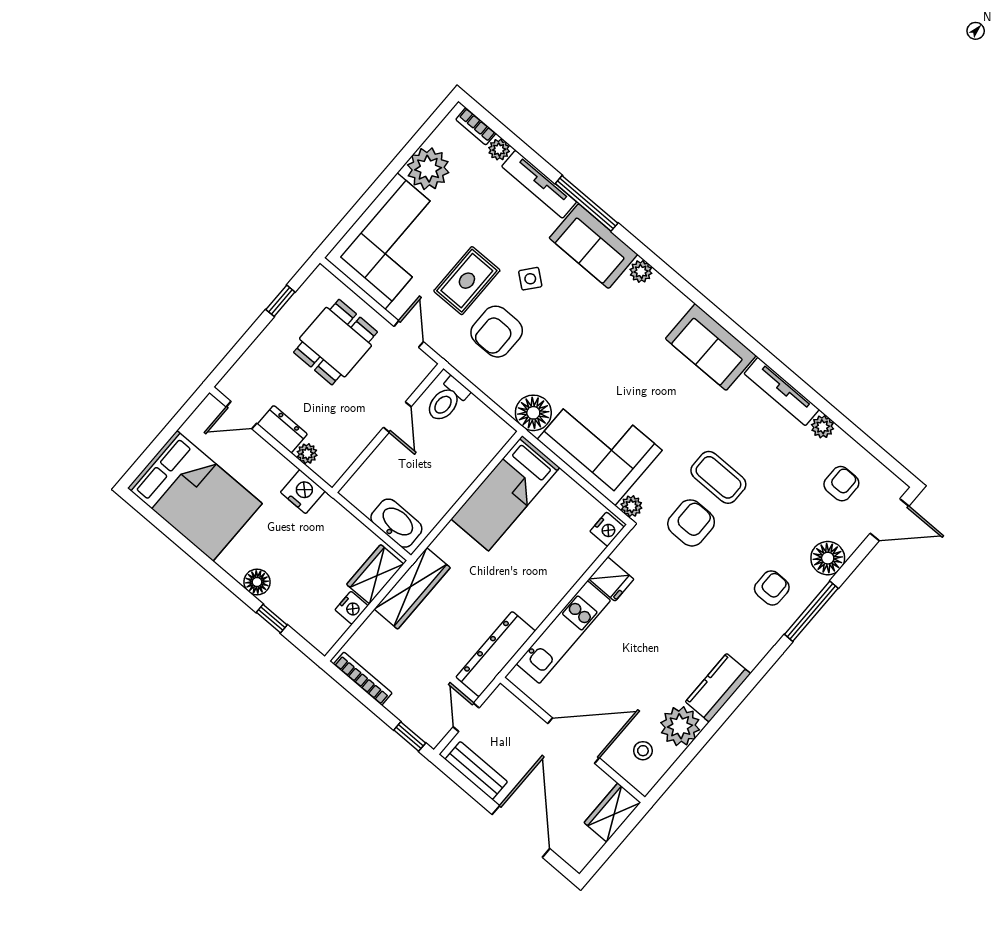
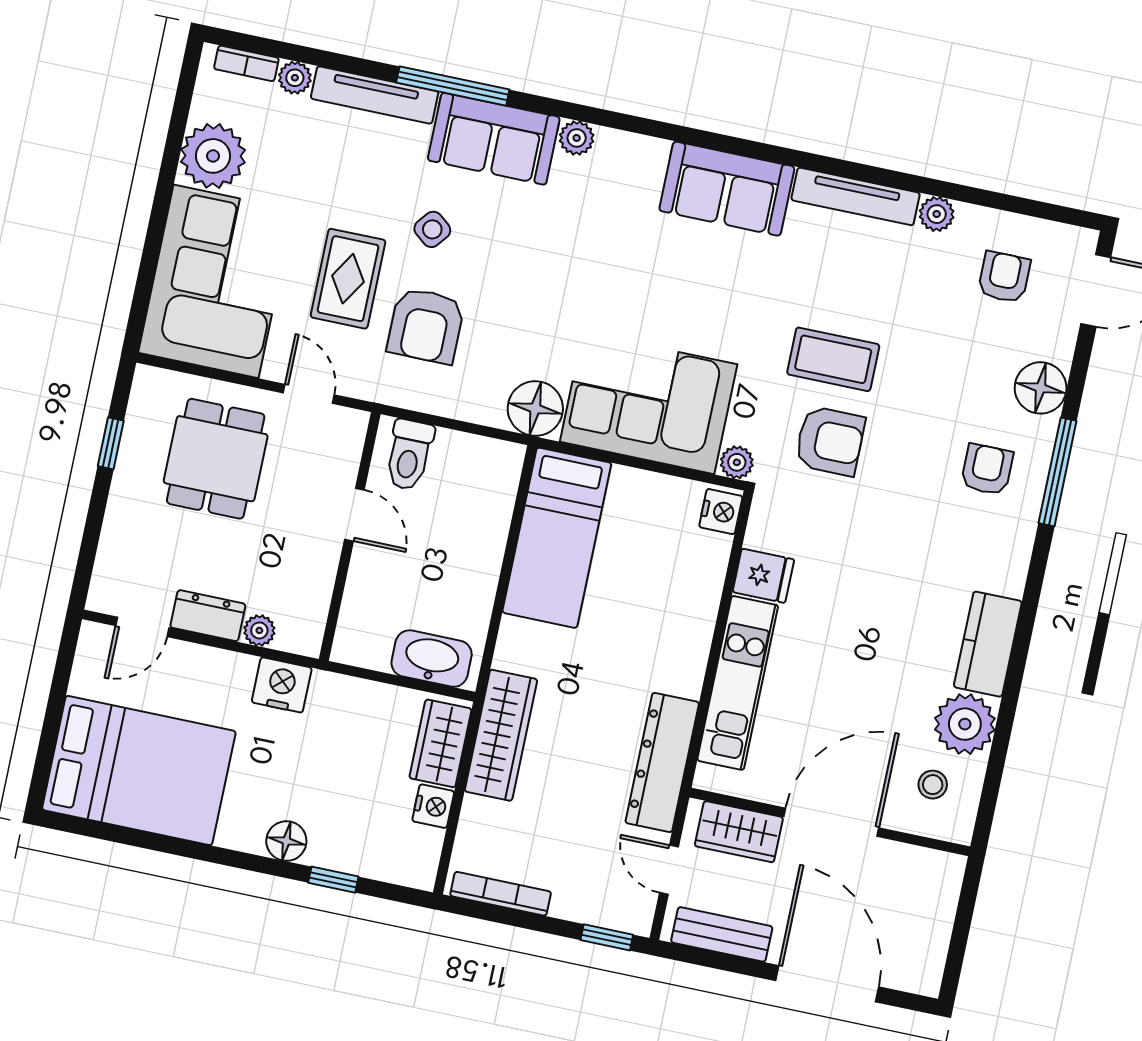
armchair: (691, 523) -> (830, 441), turned 90
wardrobe: (612, 813) -> (739, 832), moved, turned -90

